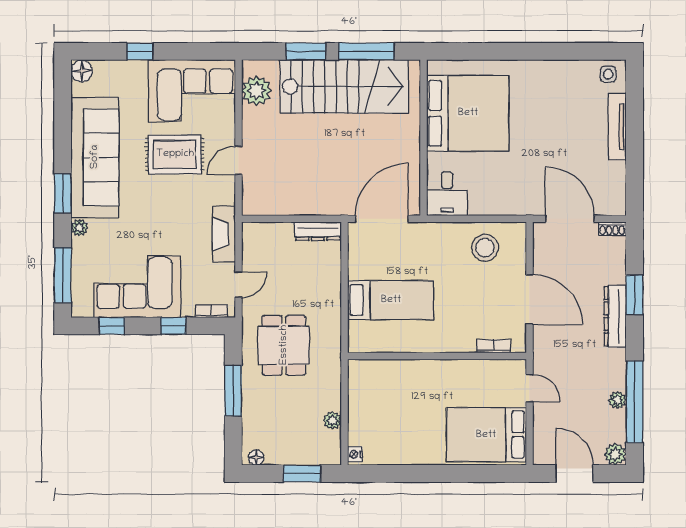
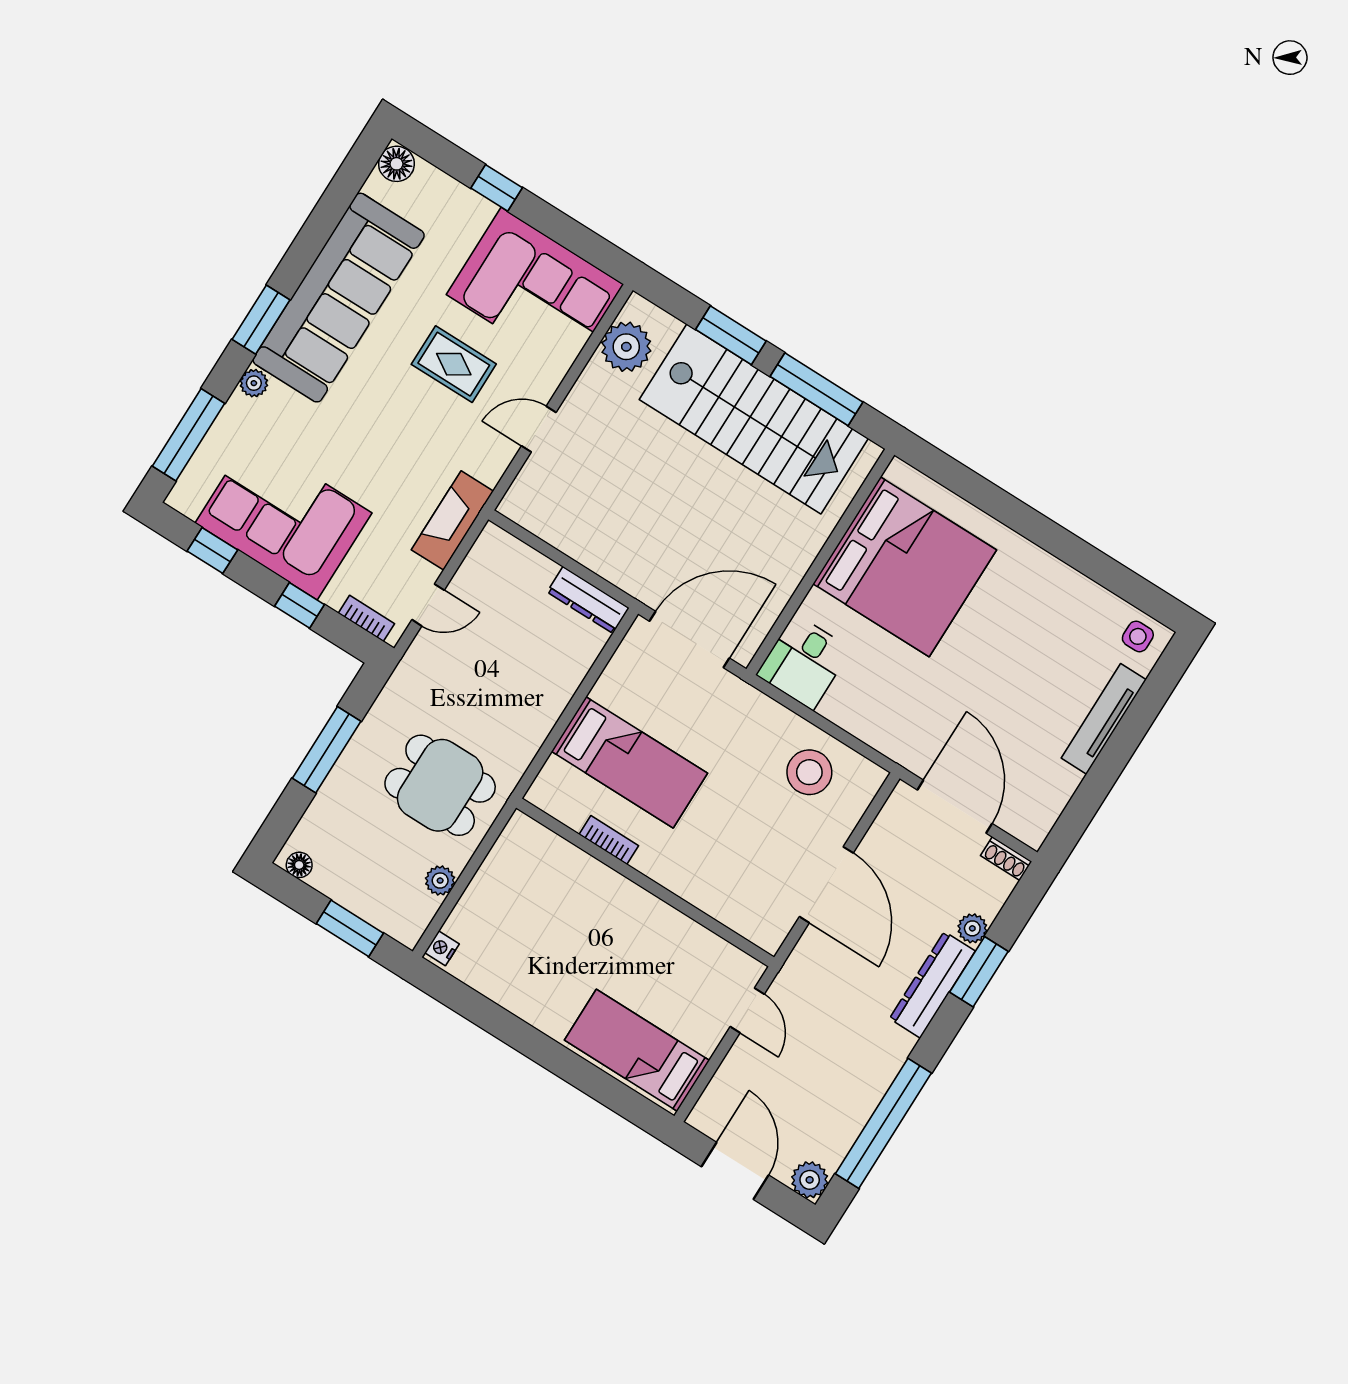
rug: (175, 154) -> (454, 364), width x0.73, depth x0.70
dining table: (284, 345) -> (440, 785), moved, turned 90
bookcase: (494, 346) -> (609, 840), moved
plant: (617, 400) -> (972, 928), moved
bed: (486, 435) -> (637, 1050), width x0.67

